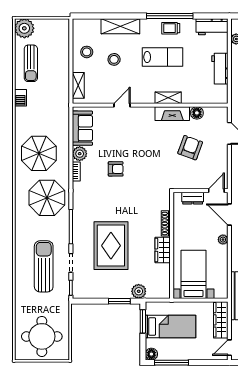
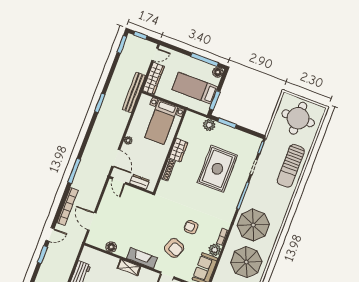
fireplace: (172, 114) -> (142, 258), moved
armchair: (190, 148) -> (174, 248), moved, turned -88
door: (216, 191) -> (119, 181), hinge flipped
sun lounger: (44, 266) -> (291, 166), moved

